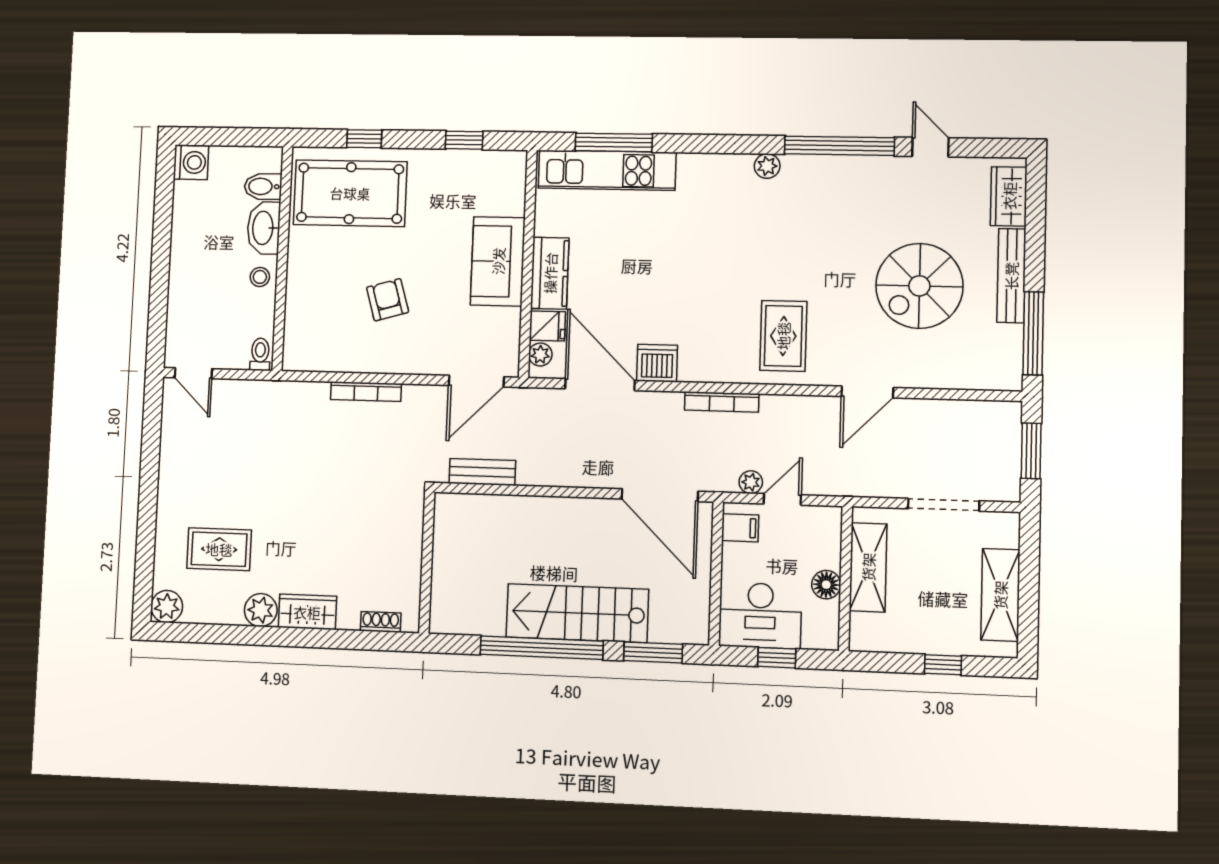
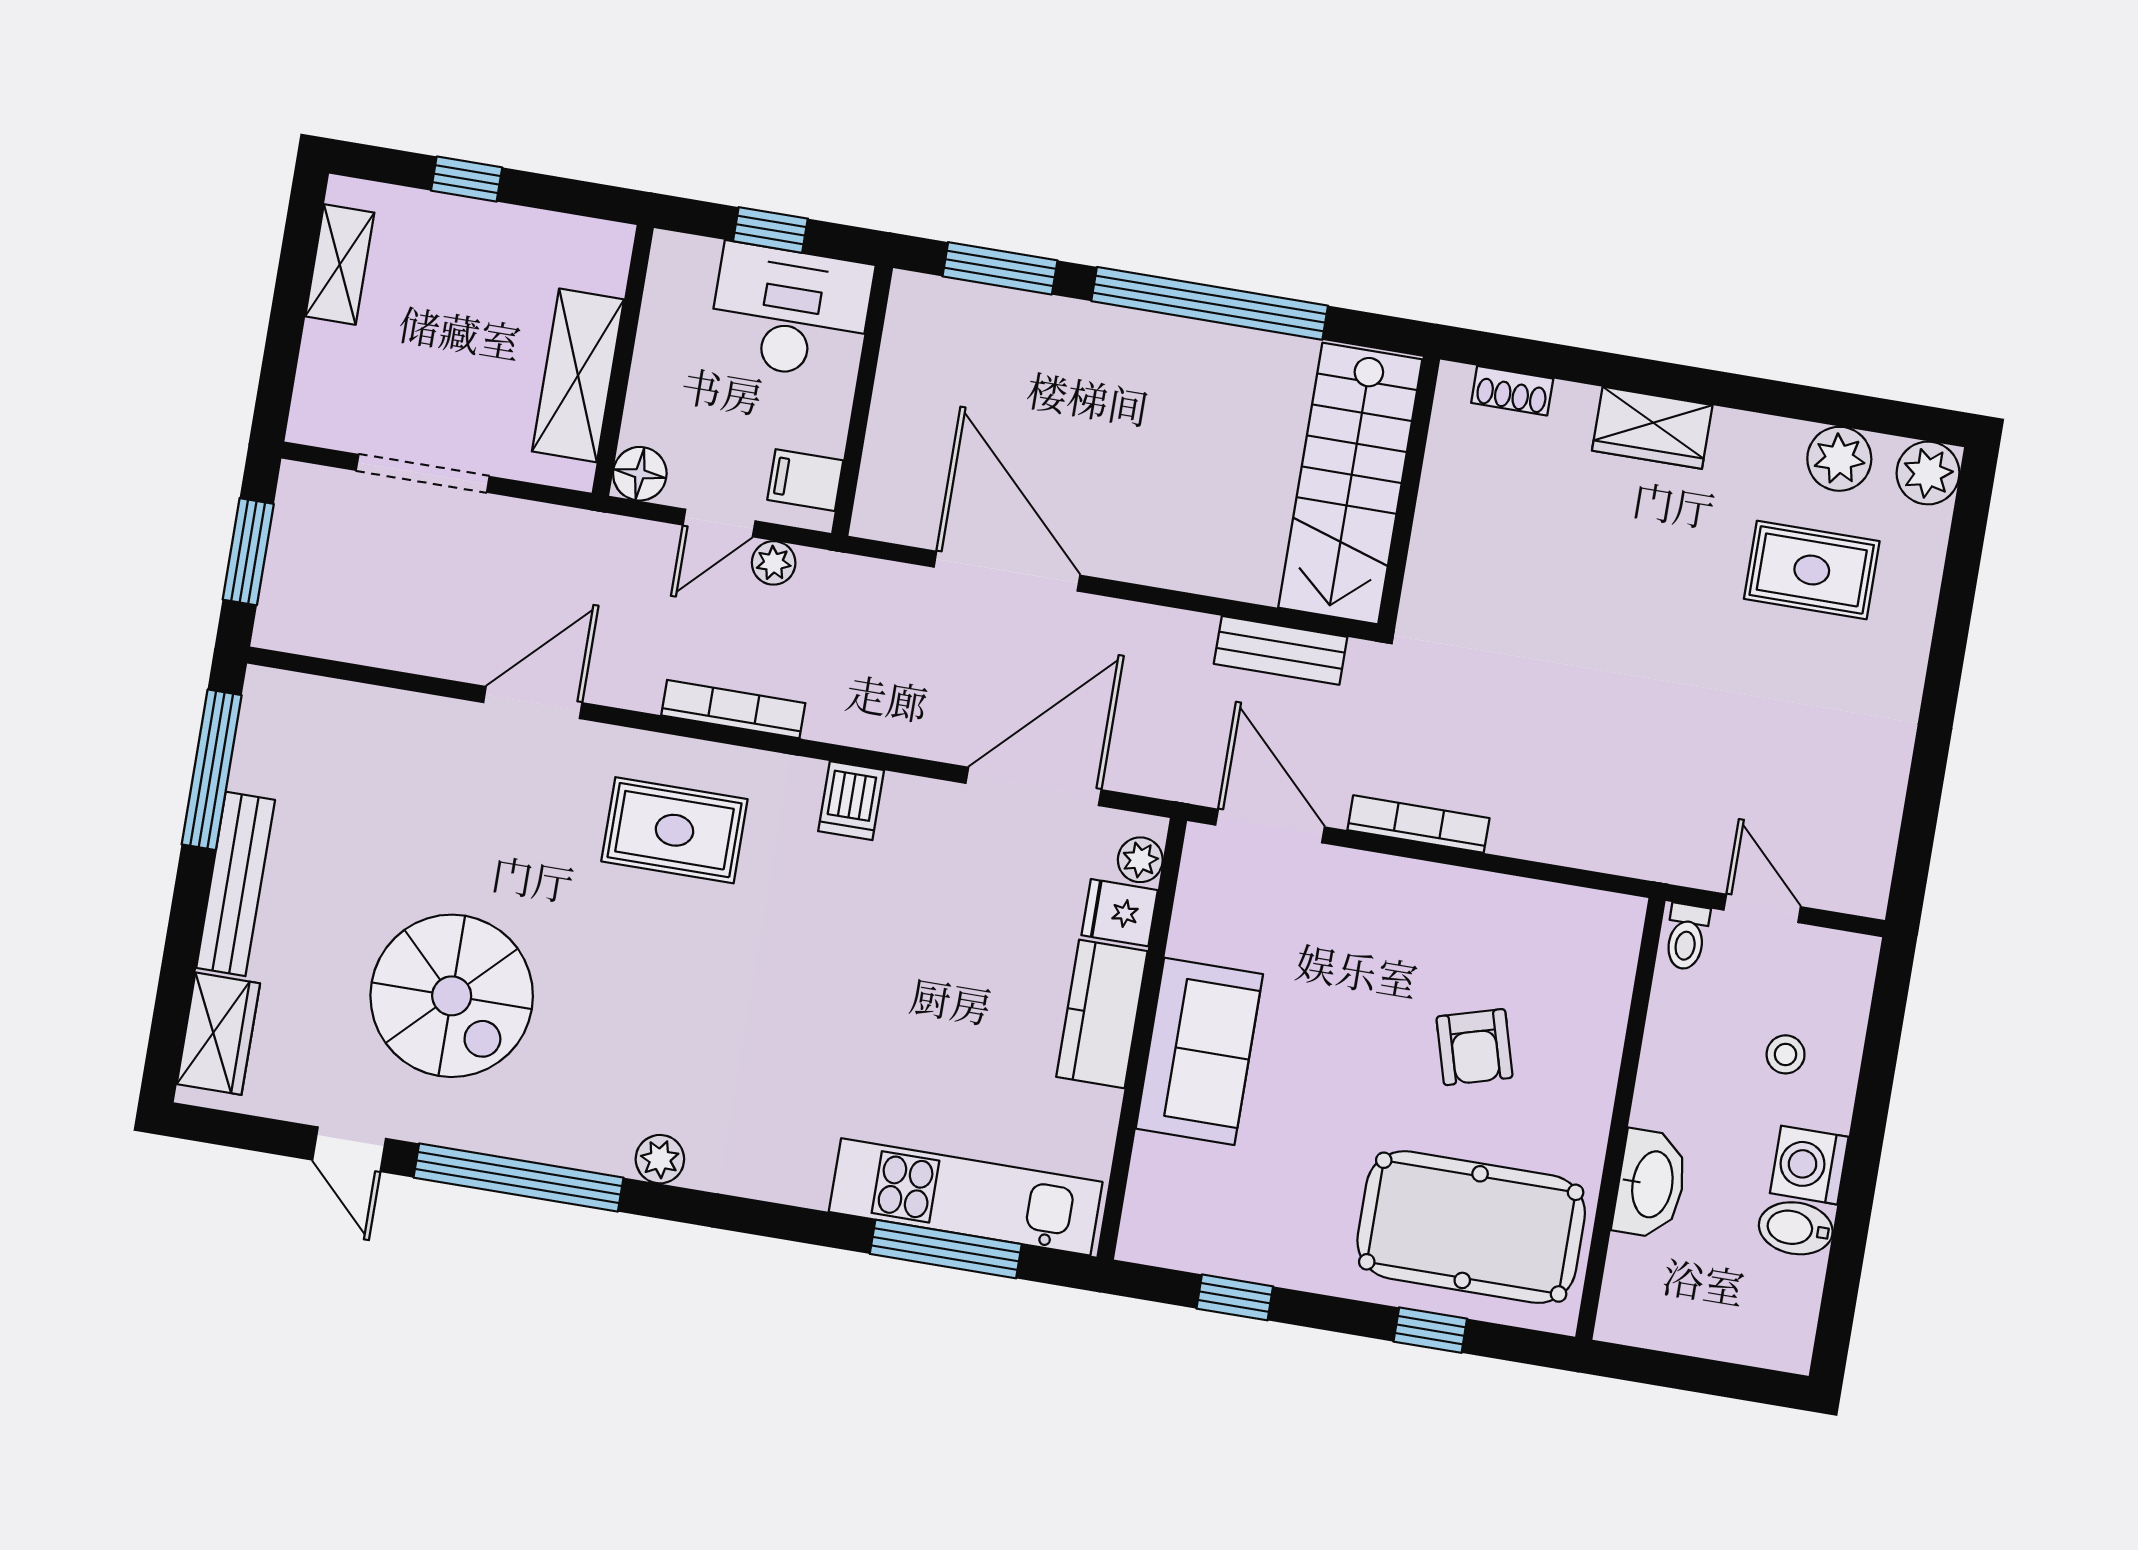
washing machine: (191, 162) -> (1809, 1165), moved
bidet: (263, 186) -> (1796, 1228), moved, turned 180
stool: (260, 277) -> (1786, 1054), moved
spiral stairs: (919, 286) -> (452, 996), moved, turned 90
armchair: (388, 300) -> (1475, 1047), moved
rug: (783, 336) -> (674, 830), turned 90
dishwasher: (657, 363) -> (851, 801), moved, width x0.73
door: (193, 373) -> (1762, 908), moved
door: (476, 381) -> (1270, 826), hinge flipped
door: (600, 385) -> (1034, 786), swing flipped
bookcase: (366, 392) -> (1418, 824), moved
bookcase: (722, 402) -> (733, 709), moved
door: (660, 495) -> (1007, 571), moved
floor lamp: (826, 585) -> (640, 474), moved
shelving: (1000, 595) -> (340, 264), width x0.67, depth x0.75
plant: (261, 610) -> (1839, 459), moved
stairs: (577, 613) -> (1350, 483), moved, turned 90

